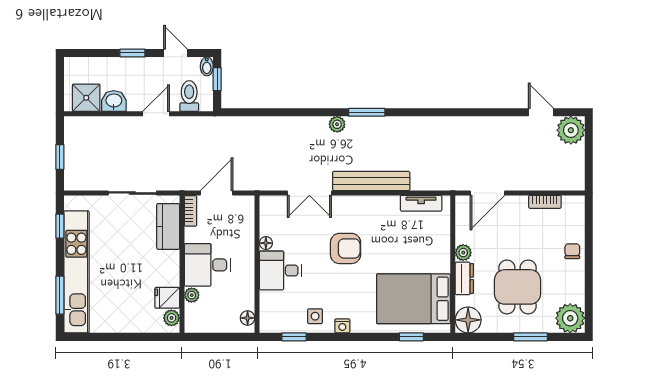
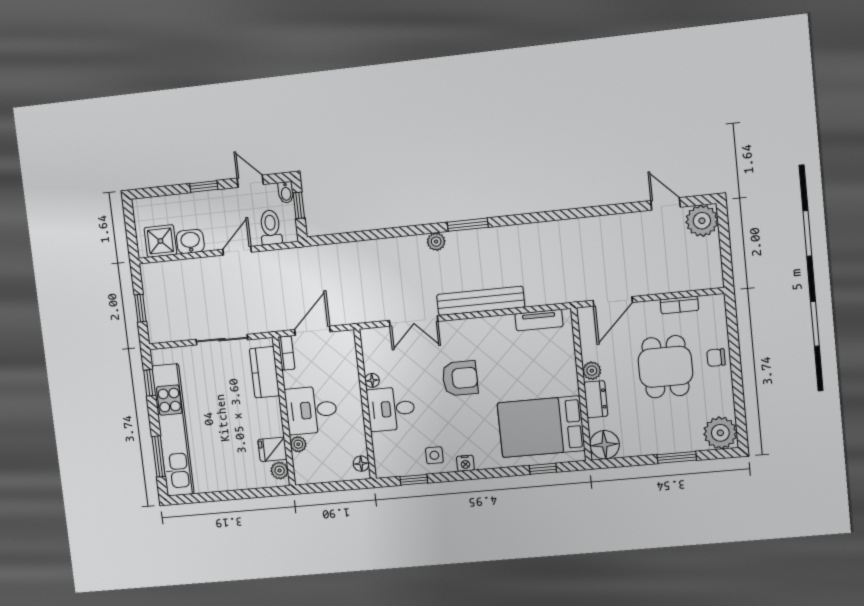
chair: (572, 251) -> (716, 358), turned -90
dining table: (518, 287) -> (665, 367), moved

